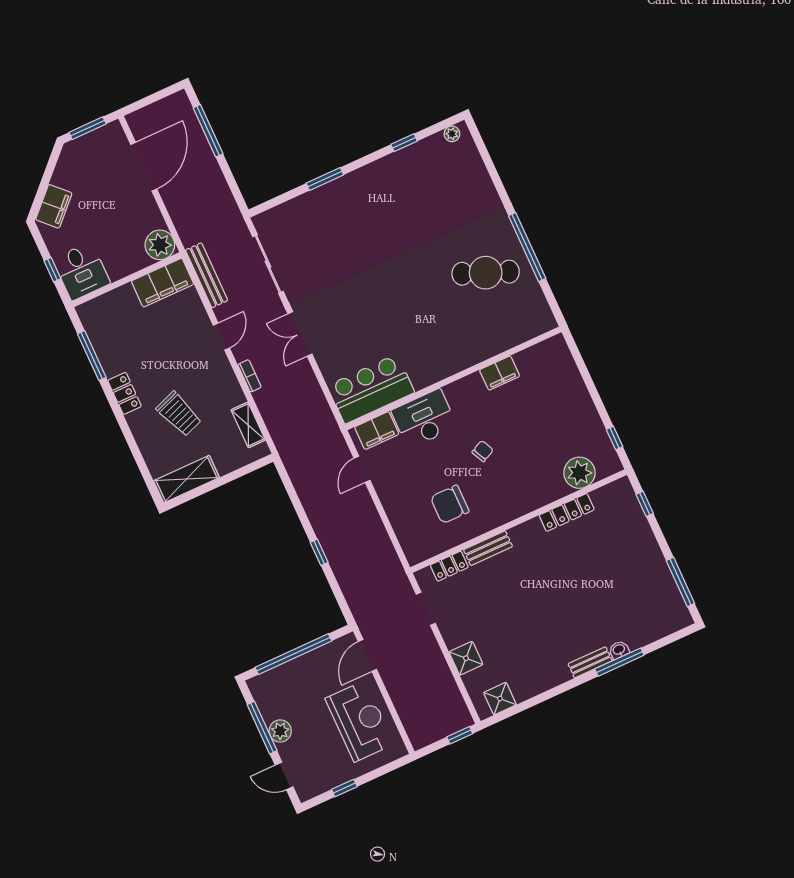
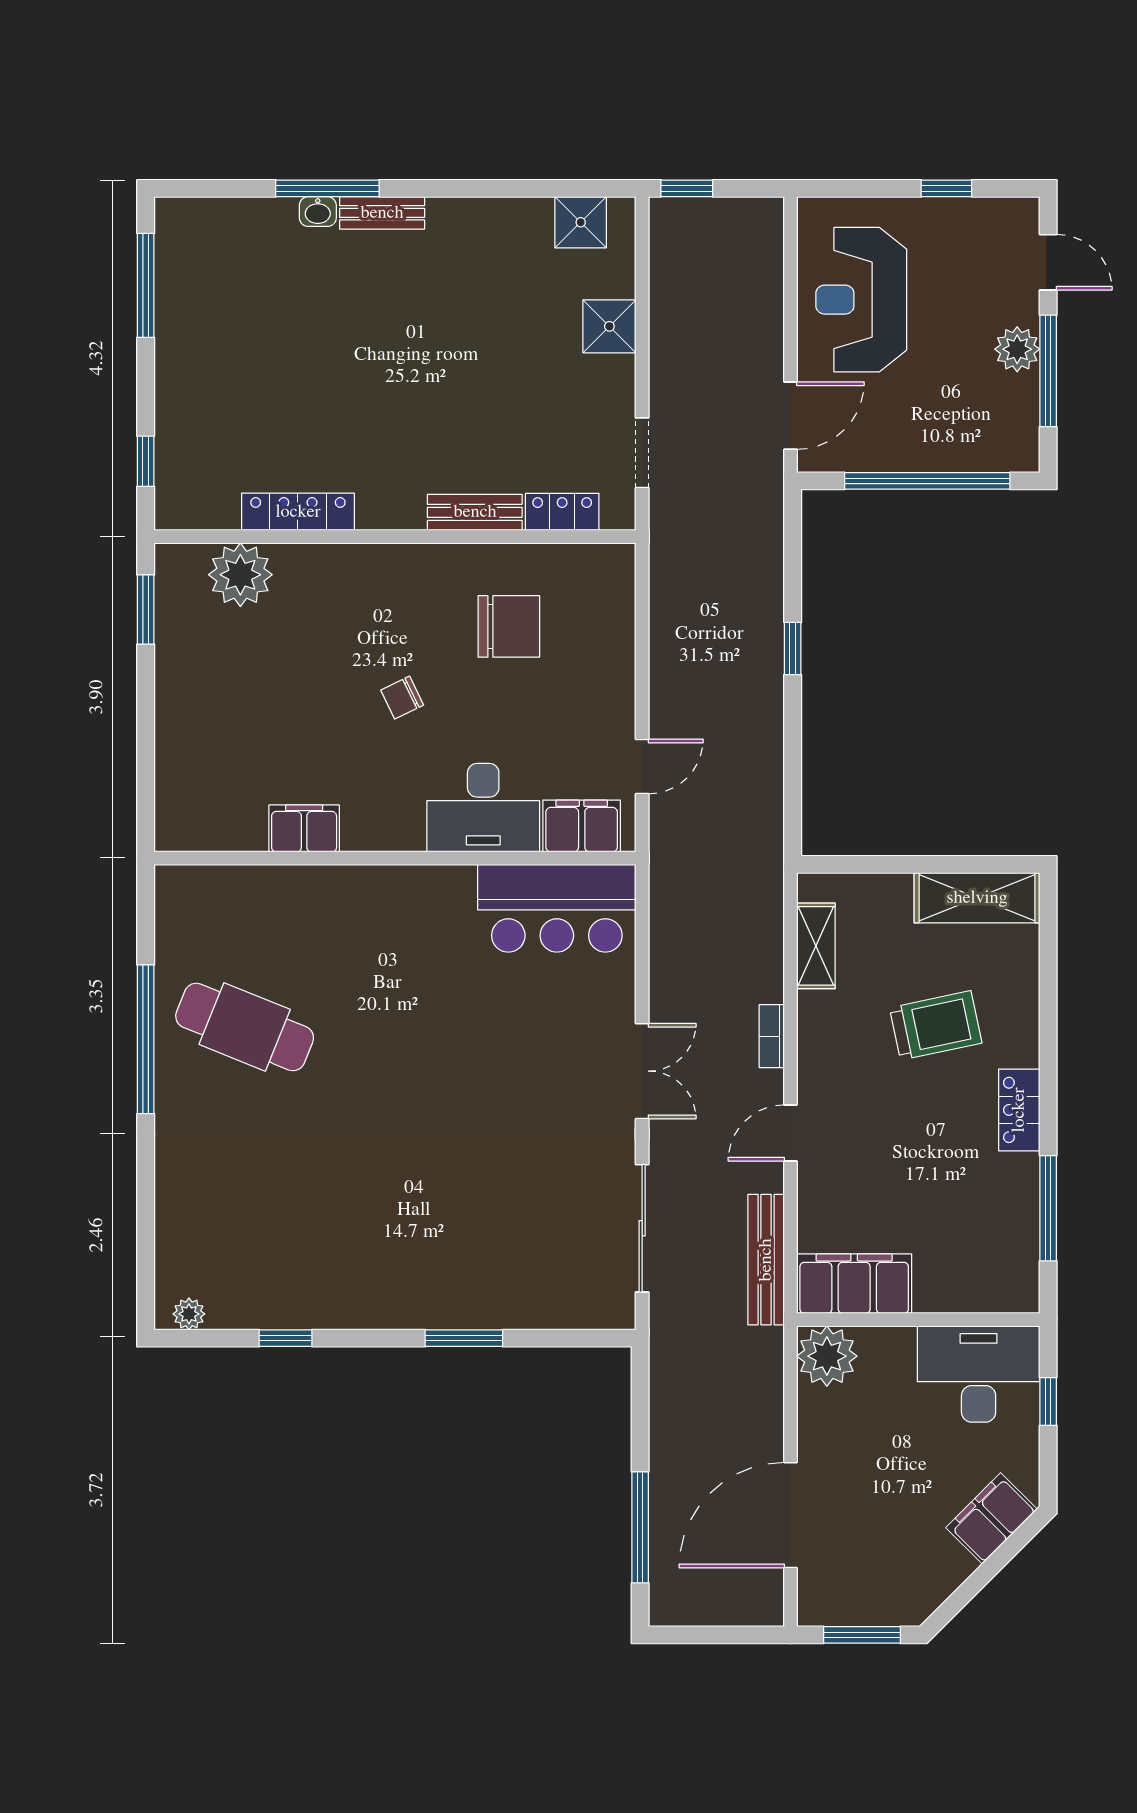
desk: (81, 271) -> (979, 1374), width x1.37
trolley: (179, 414) -> (936, 1025), turned 98
window: (615, 438) -> (146, 610), width x1.50

